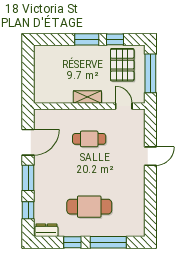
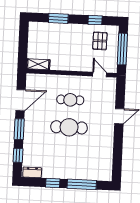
window: (87, 39) -> (58, 18), moved
pallet: (122, 65) -> (100, 41), width x0.67, depth x0.71
shelving: (87, 97) -> (38, 64), moved
cafe table: (89, 207) -> (69, 127), moved

